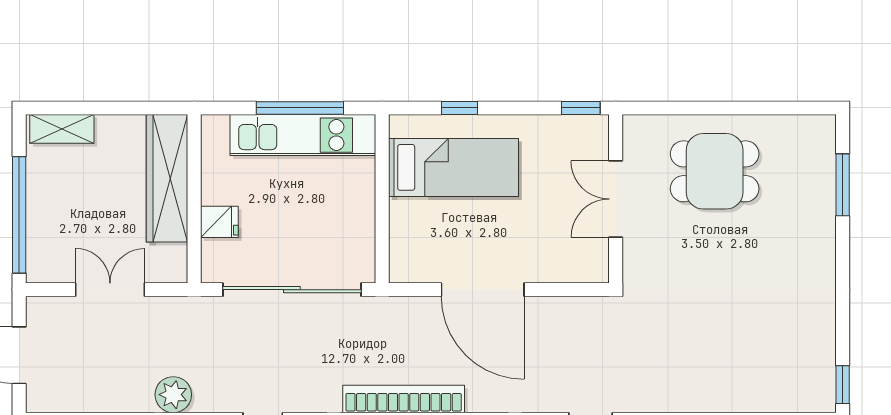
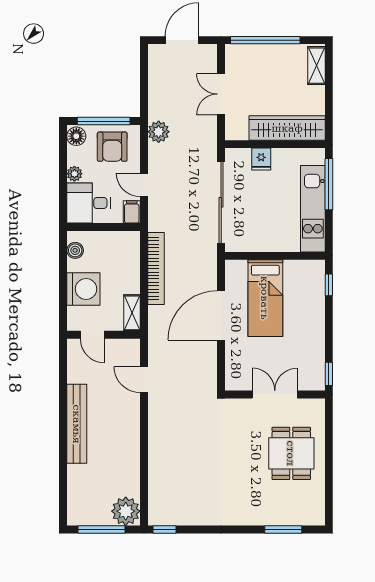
window: (300, 108) -> (329, 184), moved
window: (459, 108) -> (329, 285), moved
bed: (453, 167) -> (265, 298), moved
double door: (110, 290) -> (221, 94), swing flipped

